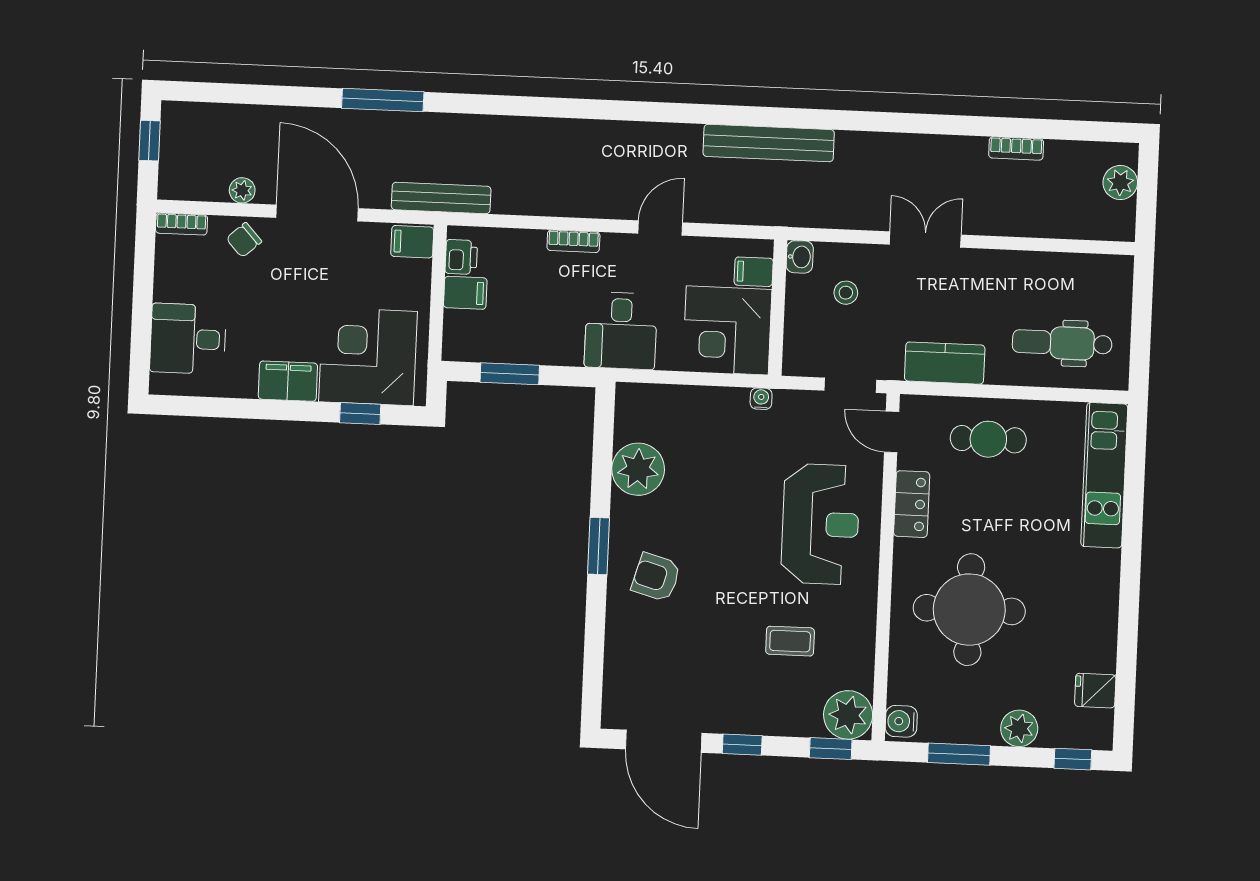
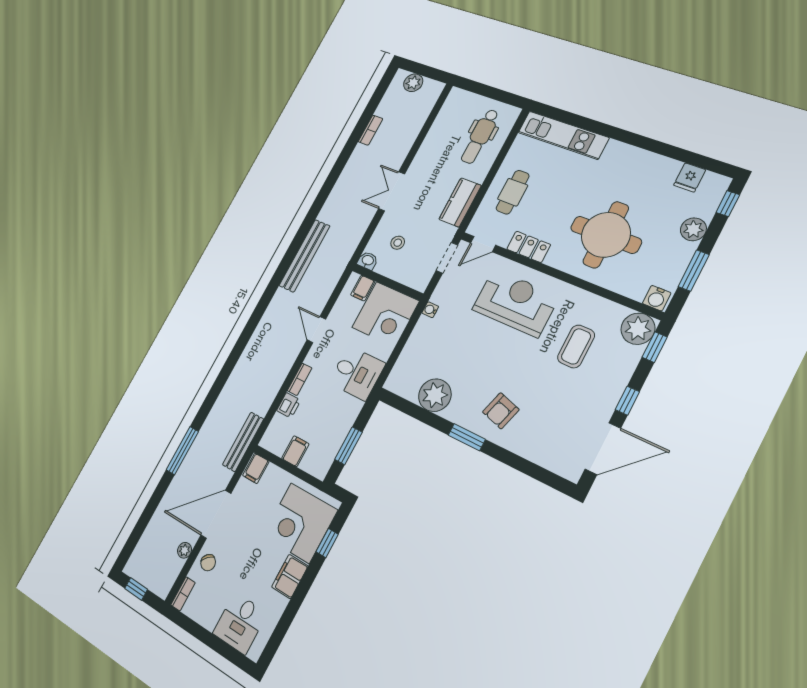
printer: (461, 257) -> (289, 405), moved, turned 90
coffee table: (790, 641) -> (576, 346), width x1.36, depth x1.30

